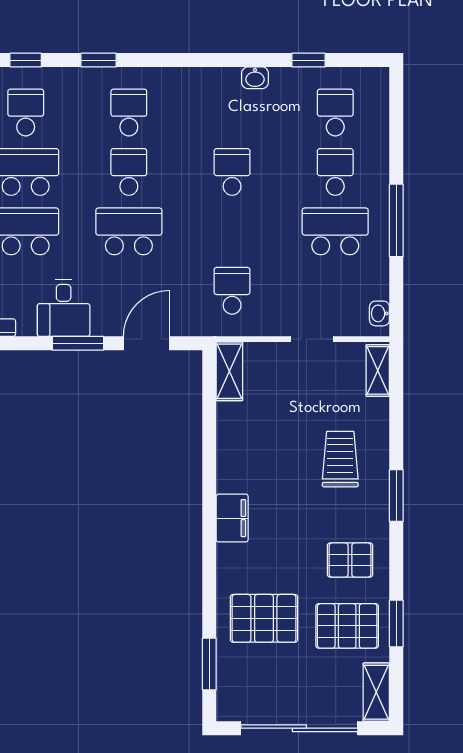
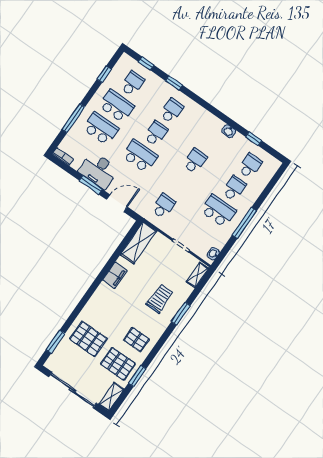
desk: (64, 308) -> (98, 170), width x1.37
shelving: (229, 371) -> (139, 243), width x1.50, depth x1.33
window: (396, 496) -> (181, 314), moved
filing cabinet: (232, 518) -> (115, 275), moved

